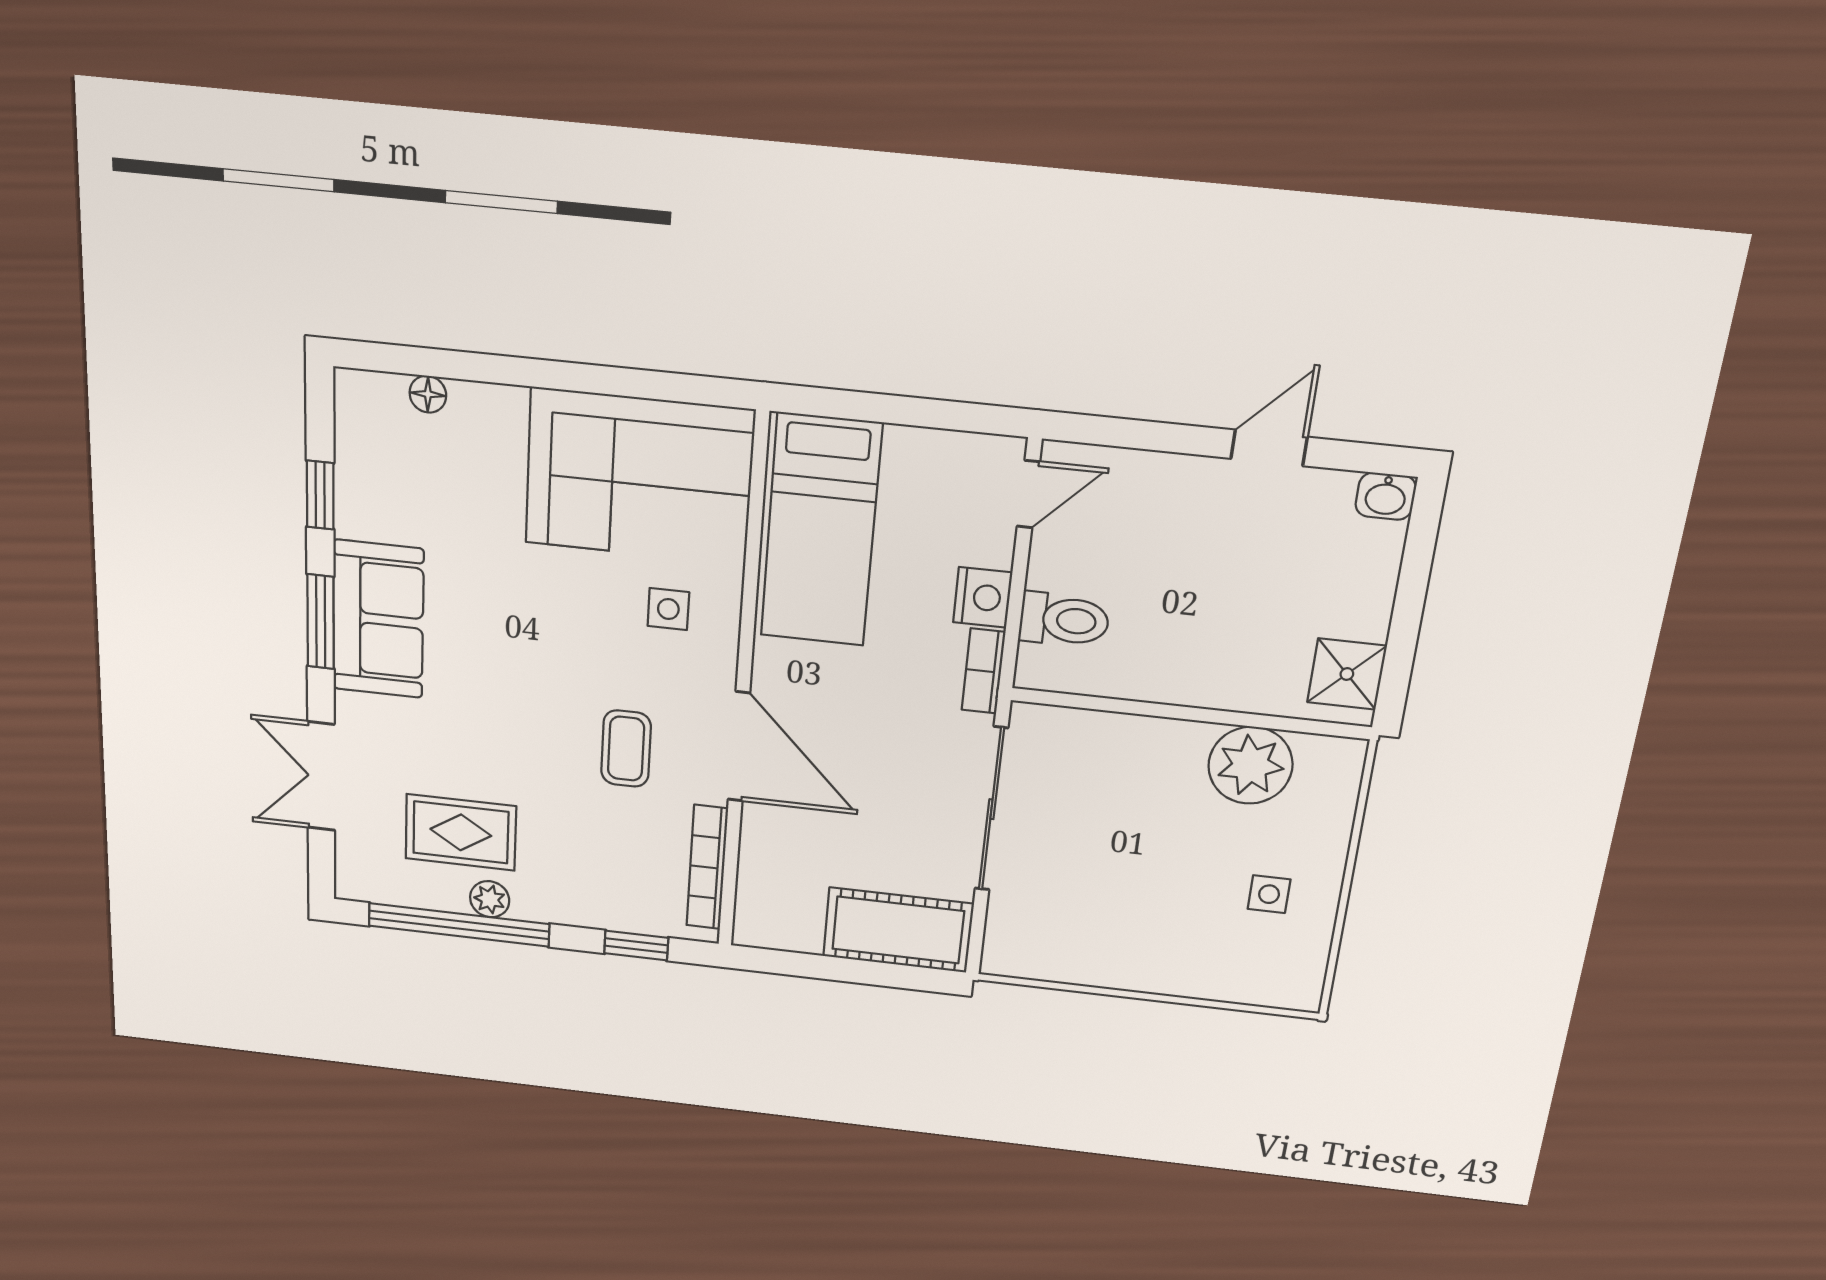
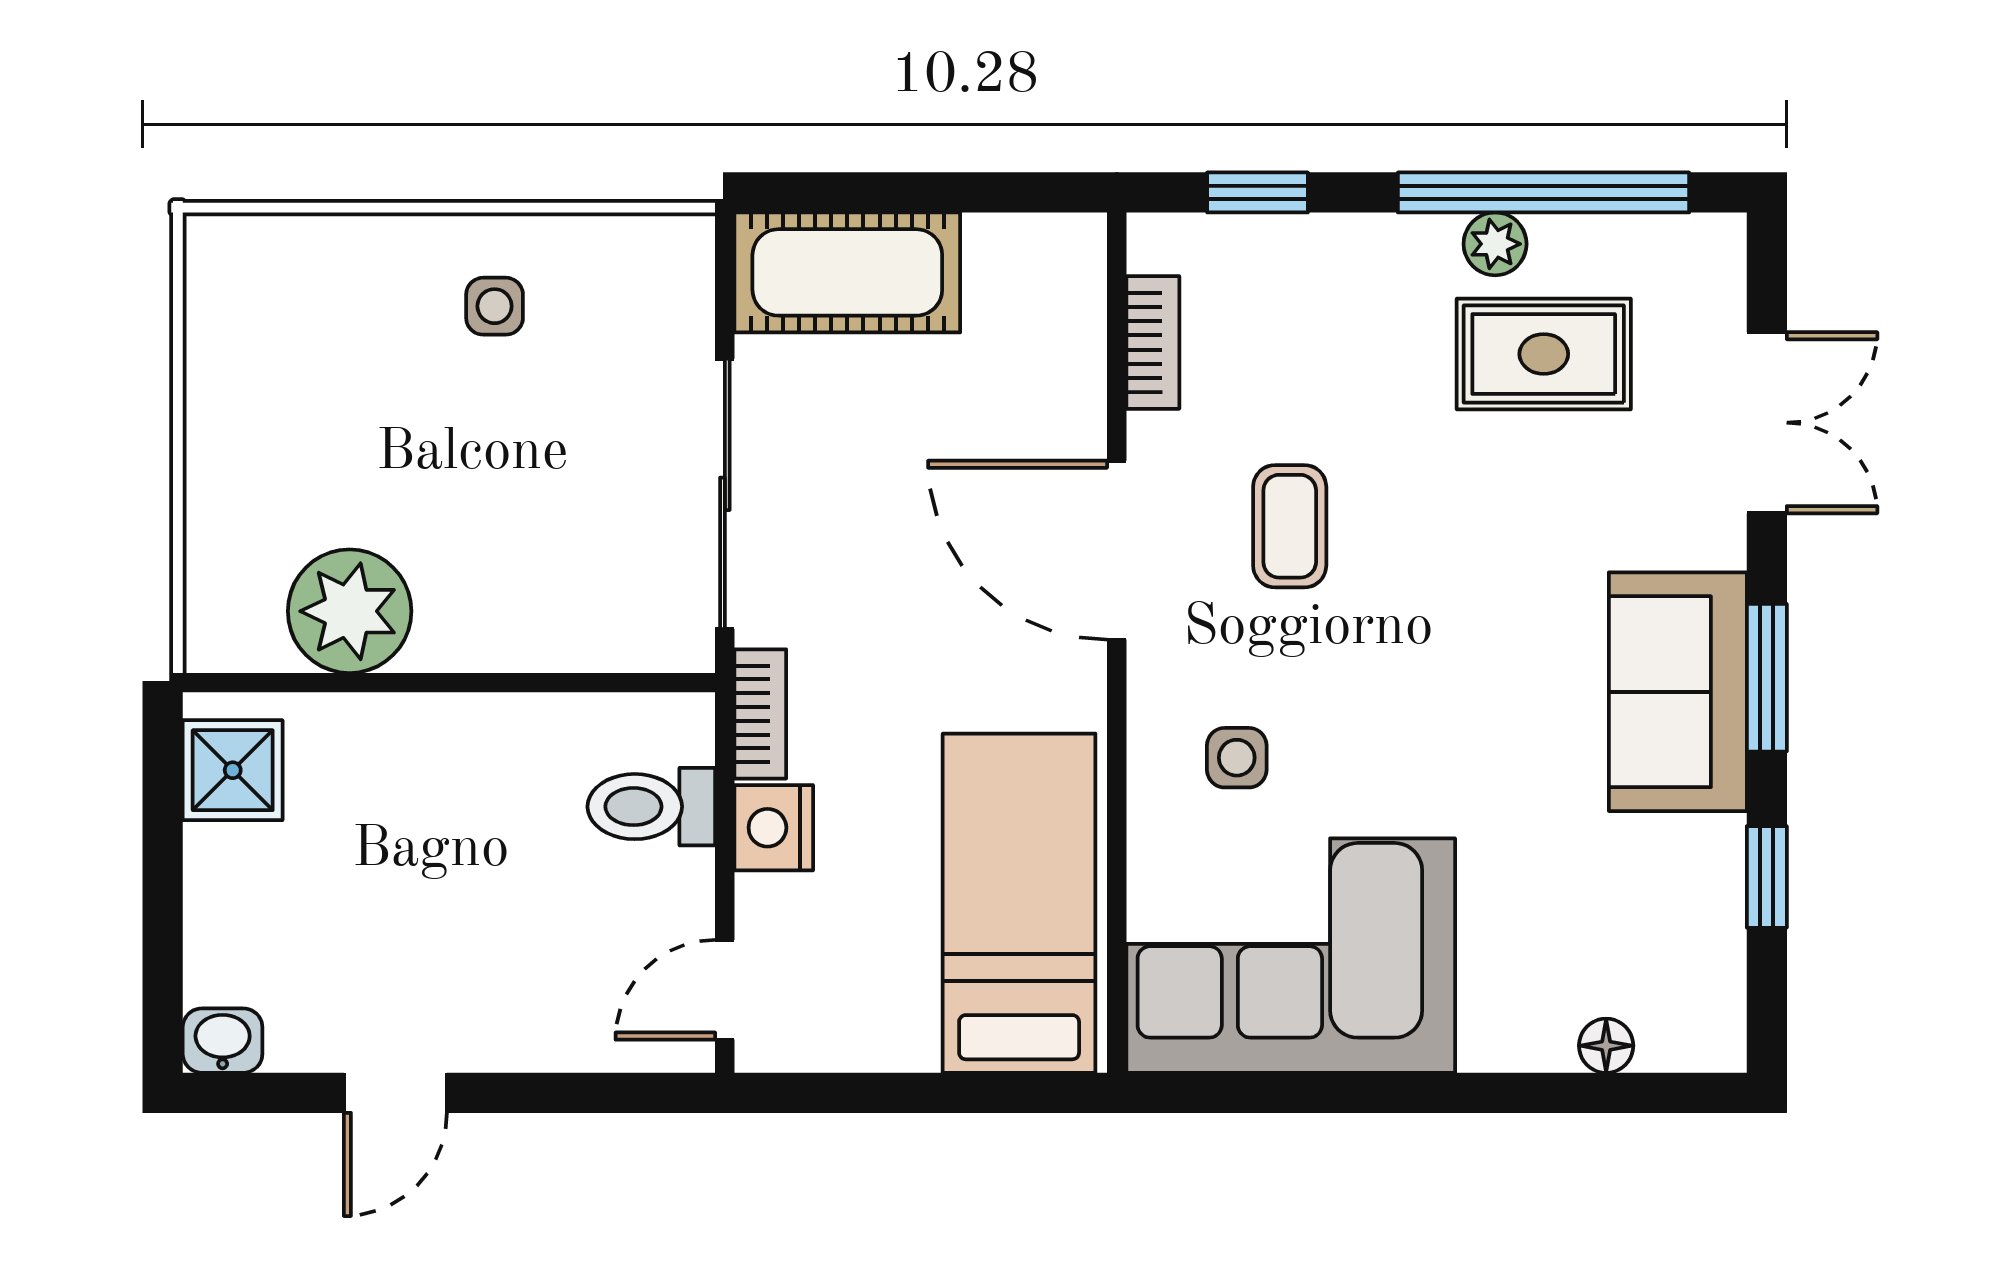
bookcase: (707, 867) -> (1153, 342), width x0.64
side table: (1269, 894) -> (495, 306), moved

